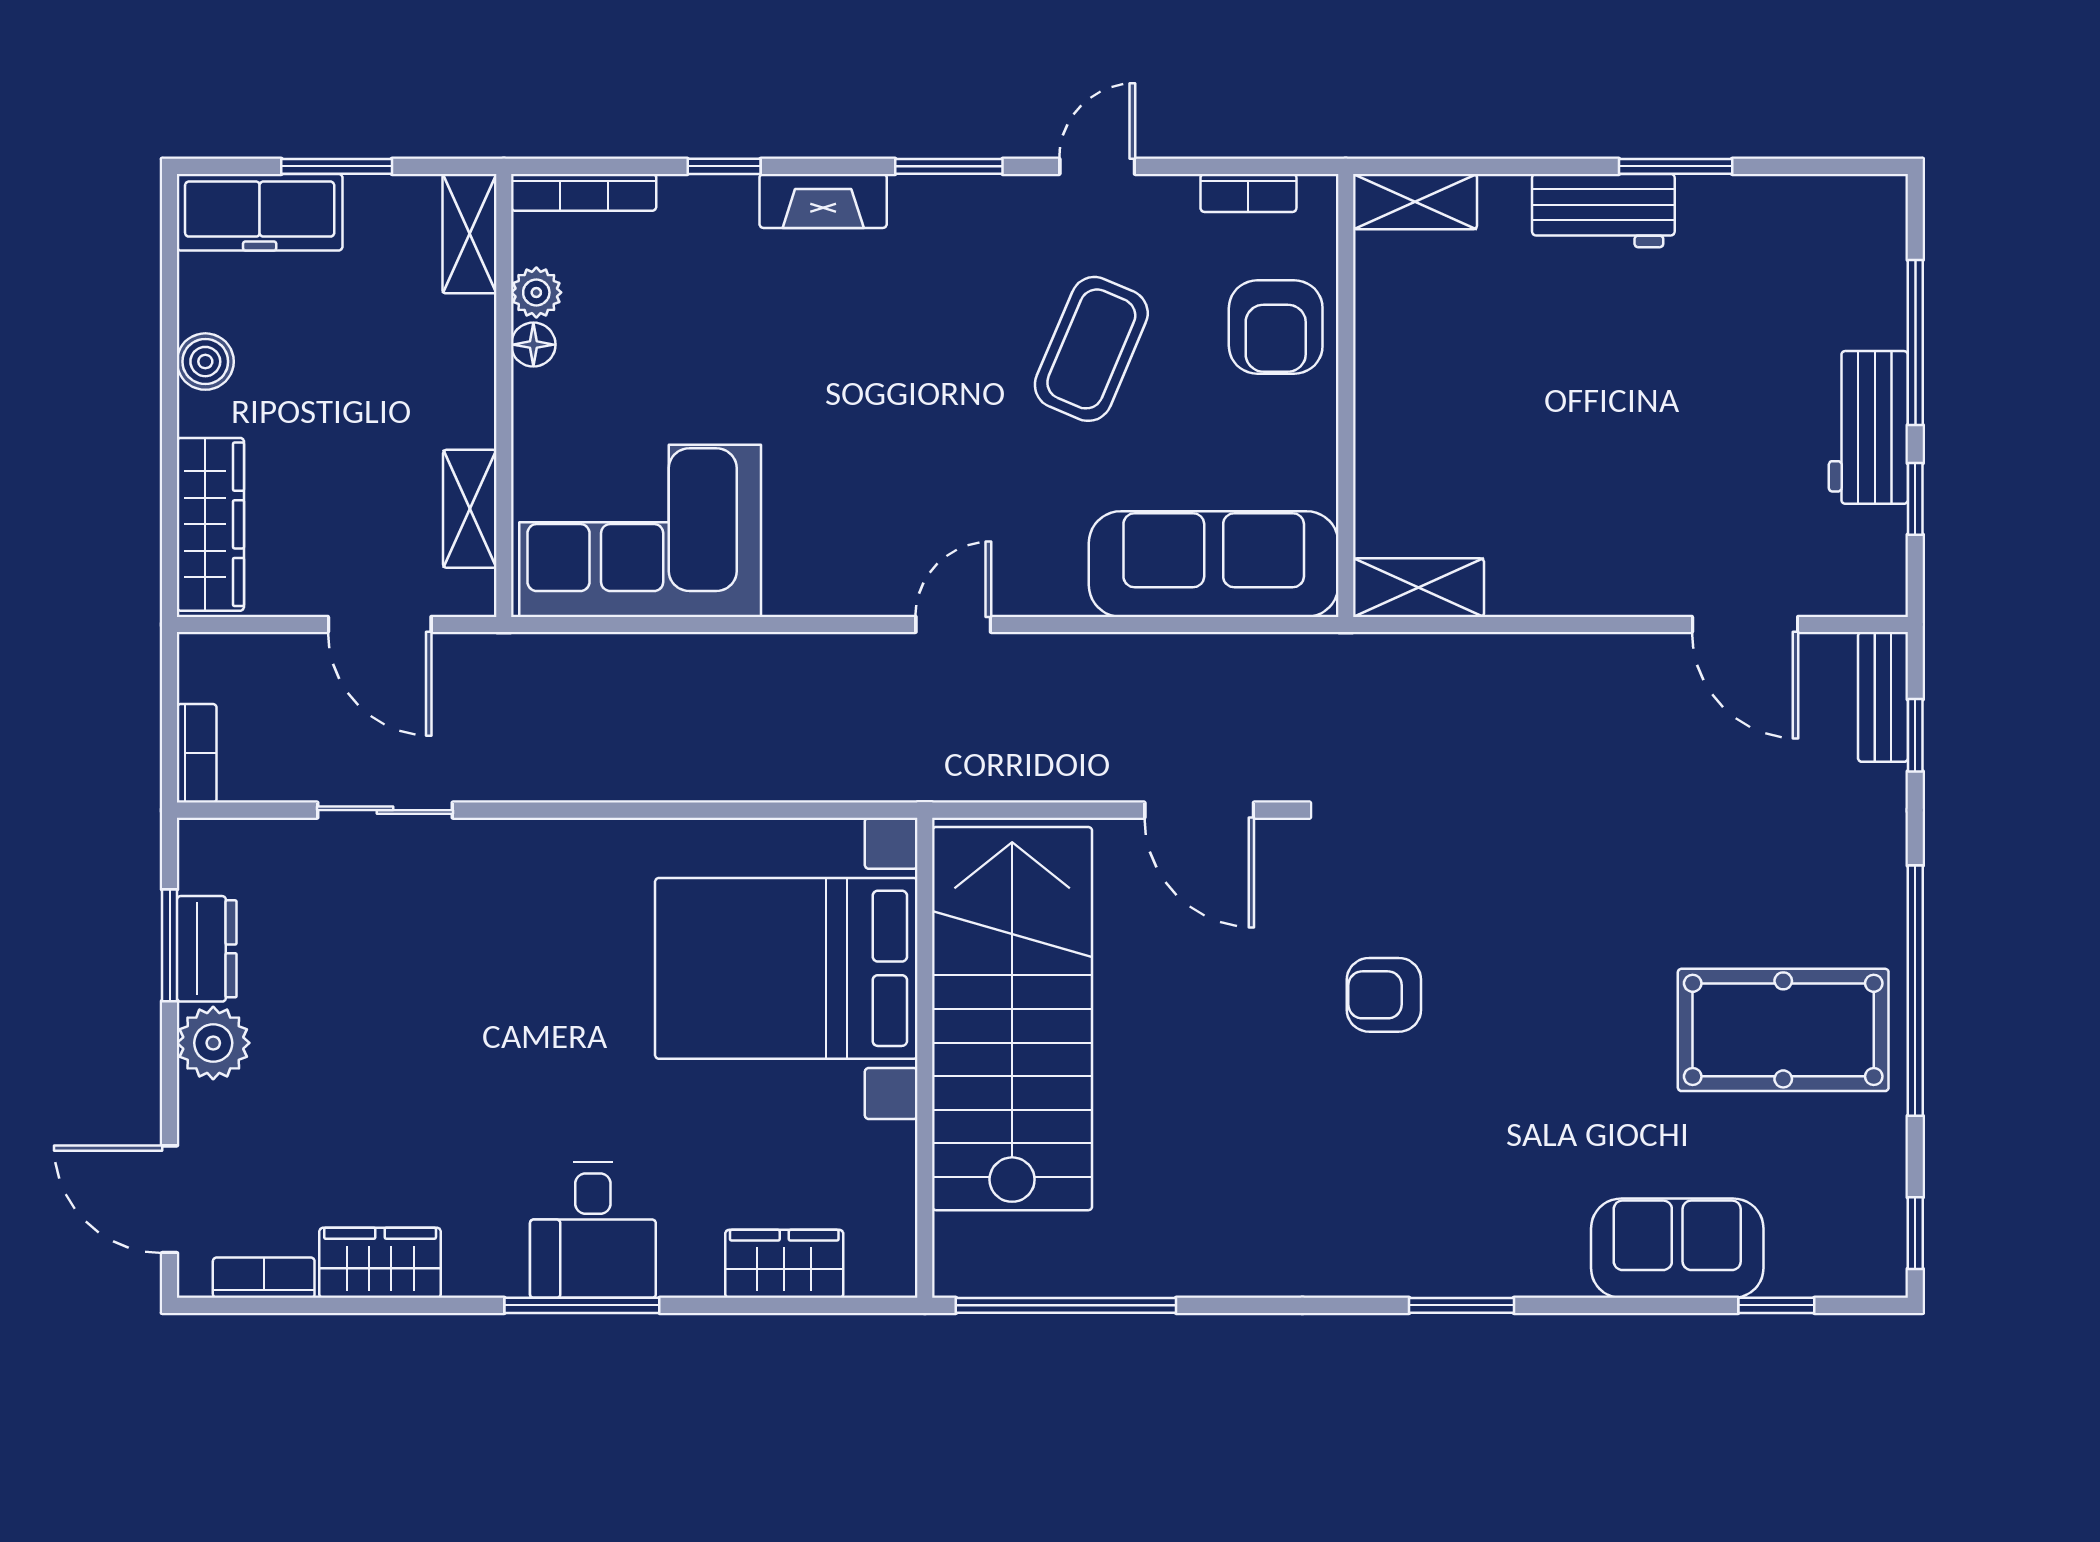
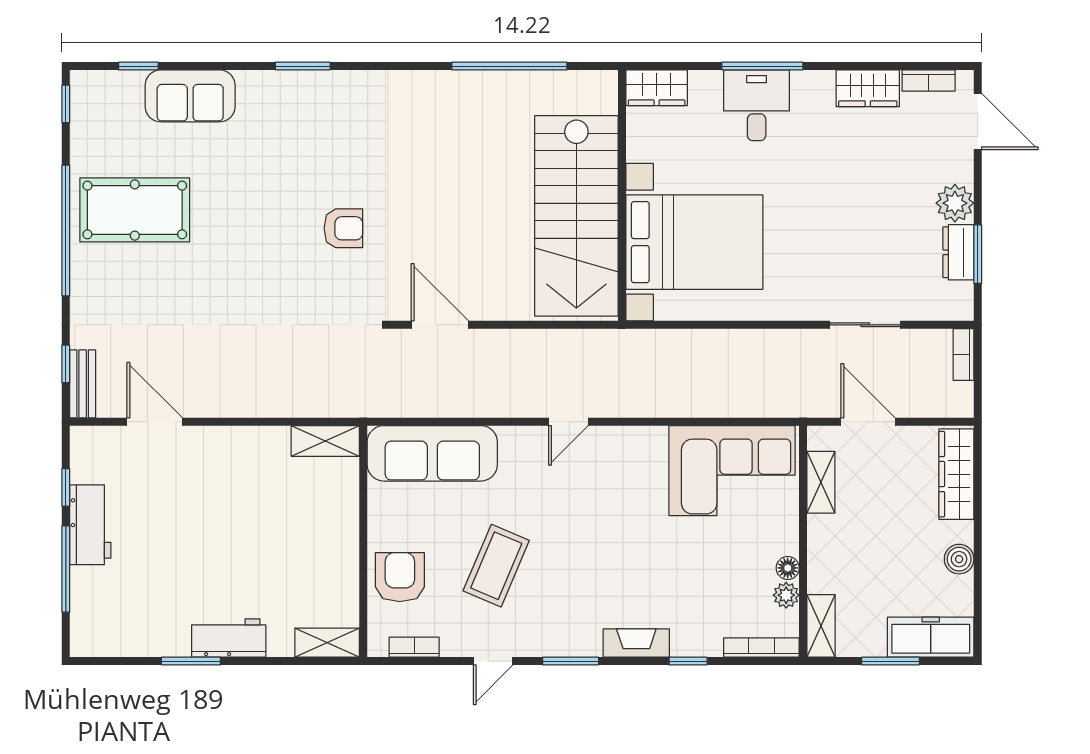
bed with nightstands: (786, 968) -> (694, 242), moved
stairs: (1012, 1019) -> (576, 216), moved
wall: (925, 1058) -> (622, 195), moved

